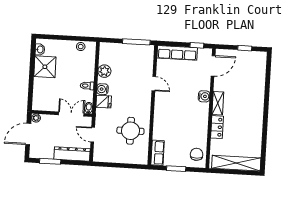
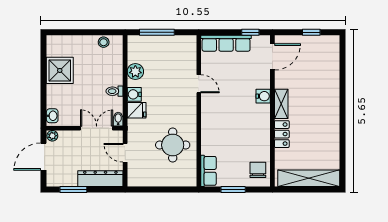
window: (136, 42) -> (157, 32), moved
washbasin: (40, 49) -> (52, 116), moved

